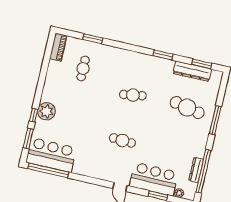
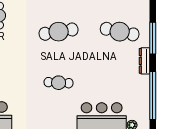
cafe table: (133, 95) -> (59, 32), width x1.37, depth x1.35
dresser: (196, 170) -> (145, 61), moved

